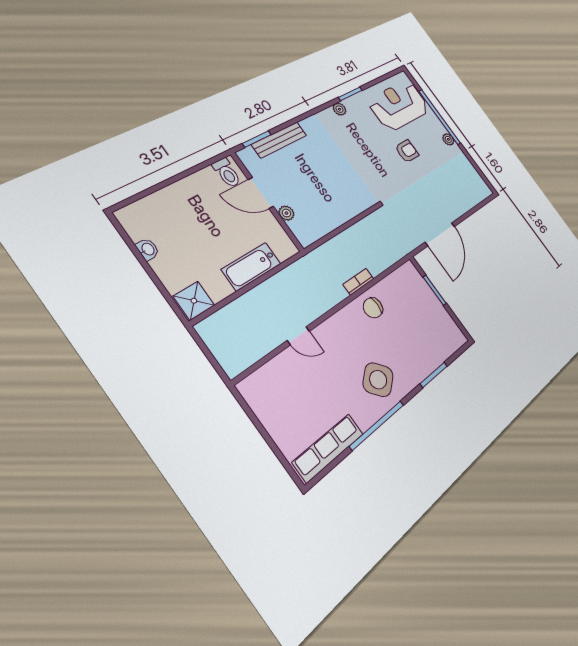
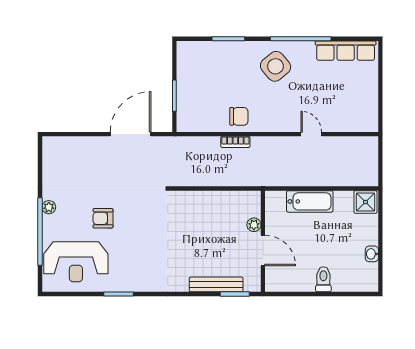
plant: (340, 109) -> (140, 285), removed
toilet: (227, 173) -> (323, 279), moved

